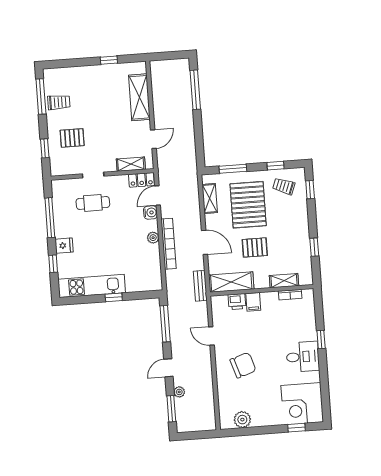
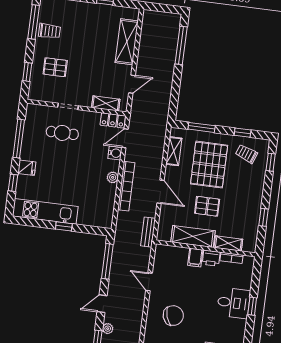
shelving: (231, 282) -> (193, 236), moved
printer: (237, 302) -> (211, 258), moved
desk: (303, 357) -> (234, 303), moved

